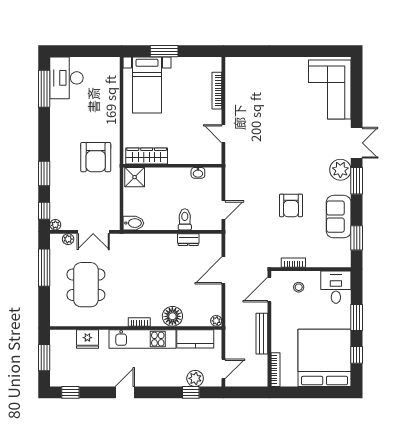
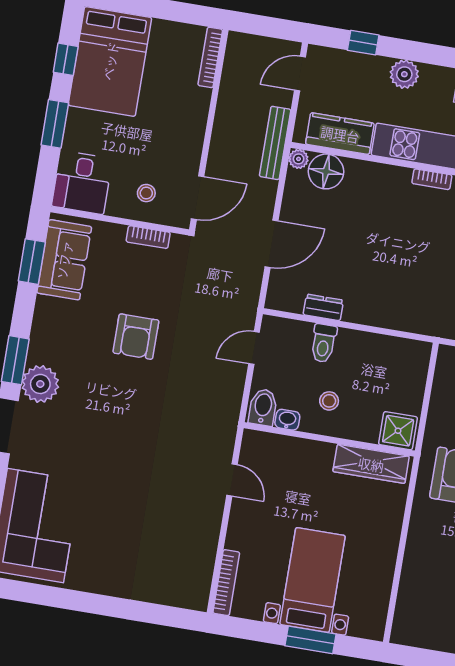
bed with nightstands: (147, 85) -> (312, 580), moved
bookcase: (217, 91) -> (226, 583), moved
stool: (176, 187) -> (329, 401), added
armchair: (291, 205) -> (136, 337), turned 180
sofa: (339, 217) -> (64, 260), moved
bidet: (133, 223) -> (263, 407), moved, turned 90
floor lamp: (172, 316) -> (326, 171), moved
bench: (262, 334) -> (275, 143), moved
bed: (325, 358) -> (110, 61), width x0.73
plant: (195, 378) -> (404, 74), moved

